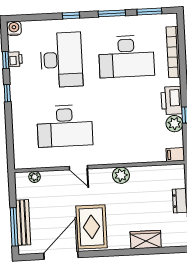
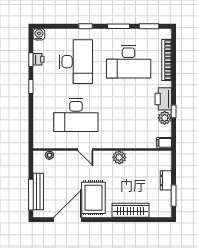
wardrobe: (146, 240) -> (131, 210), width x1.50

